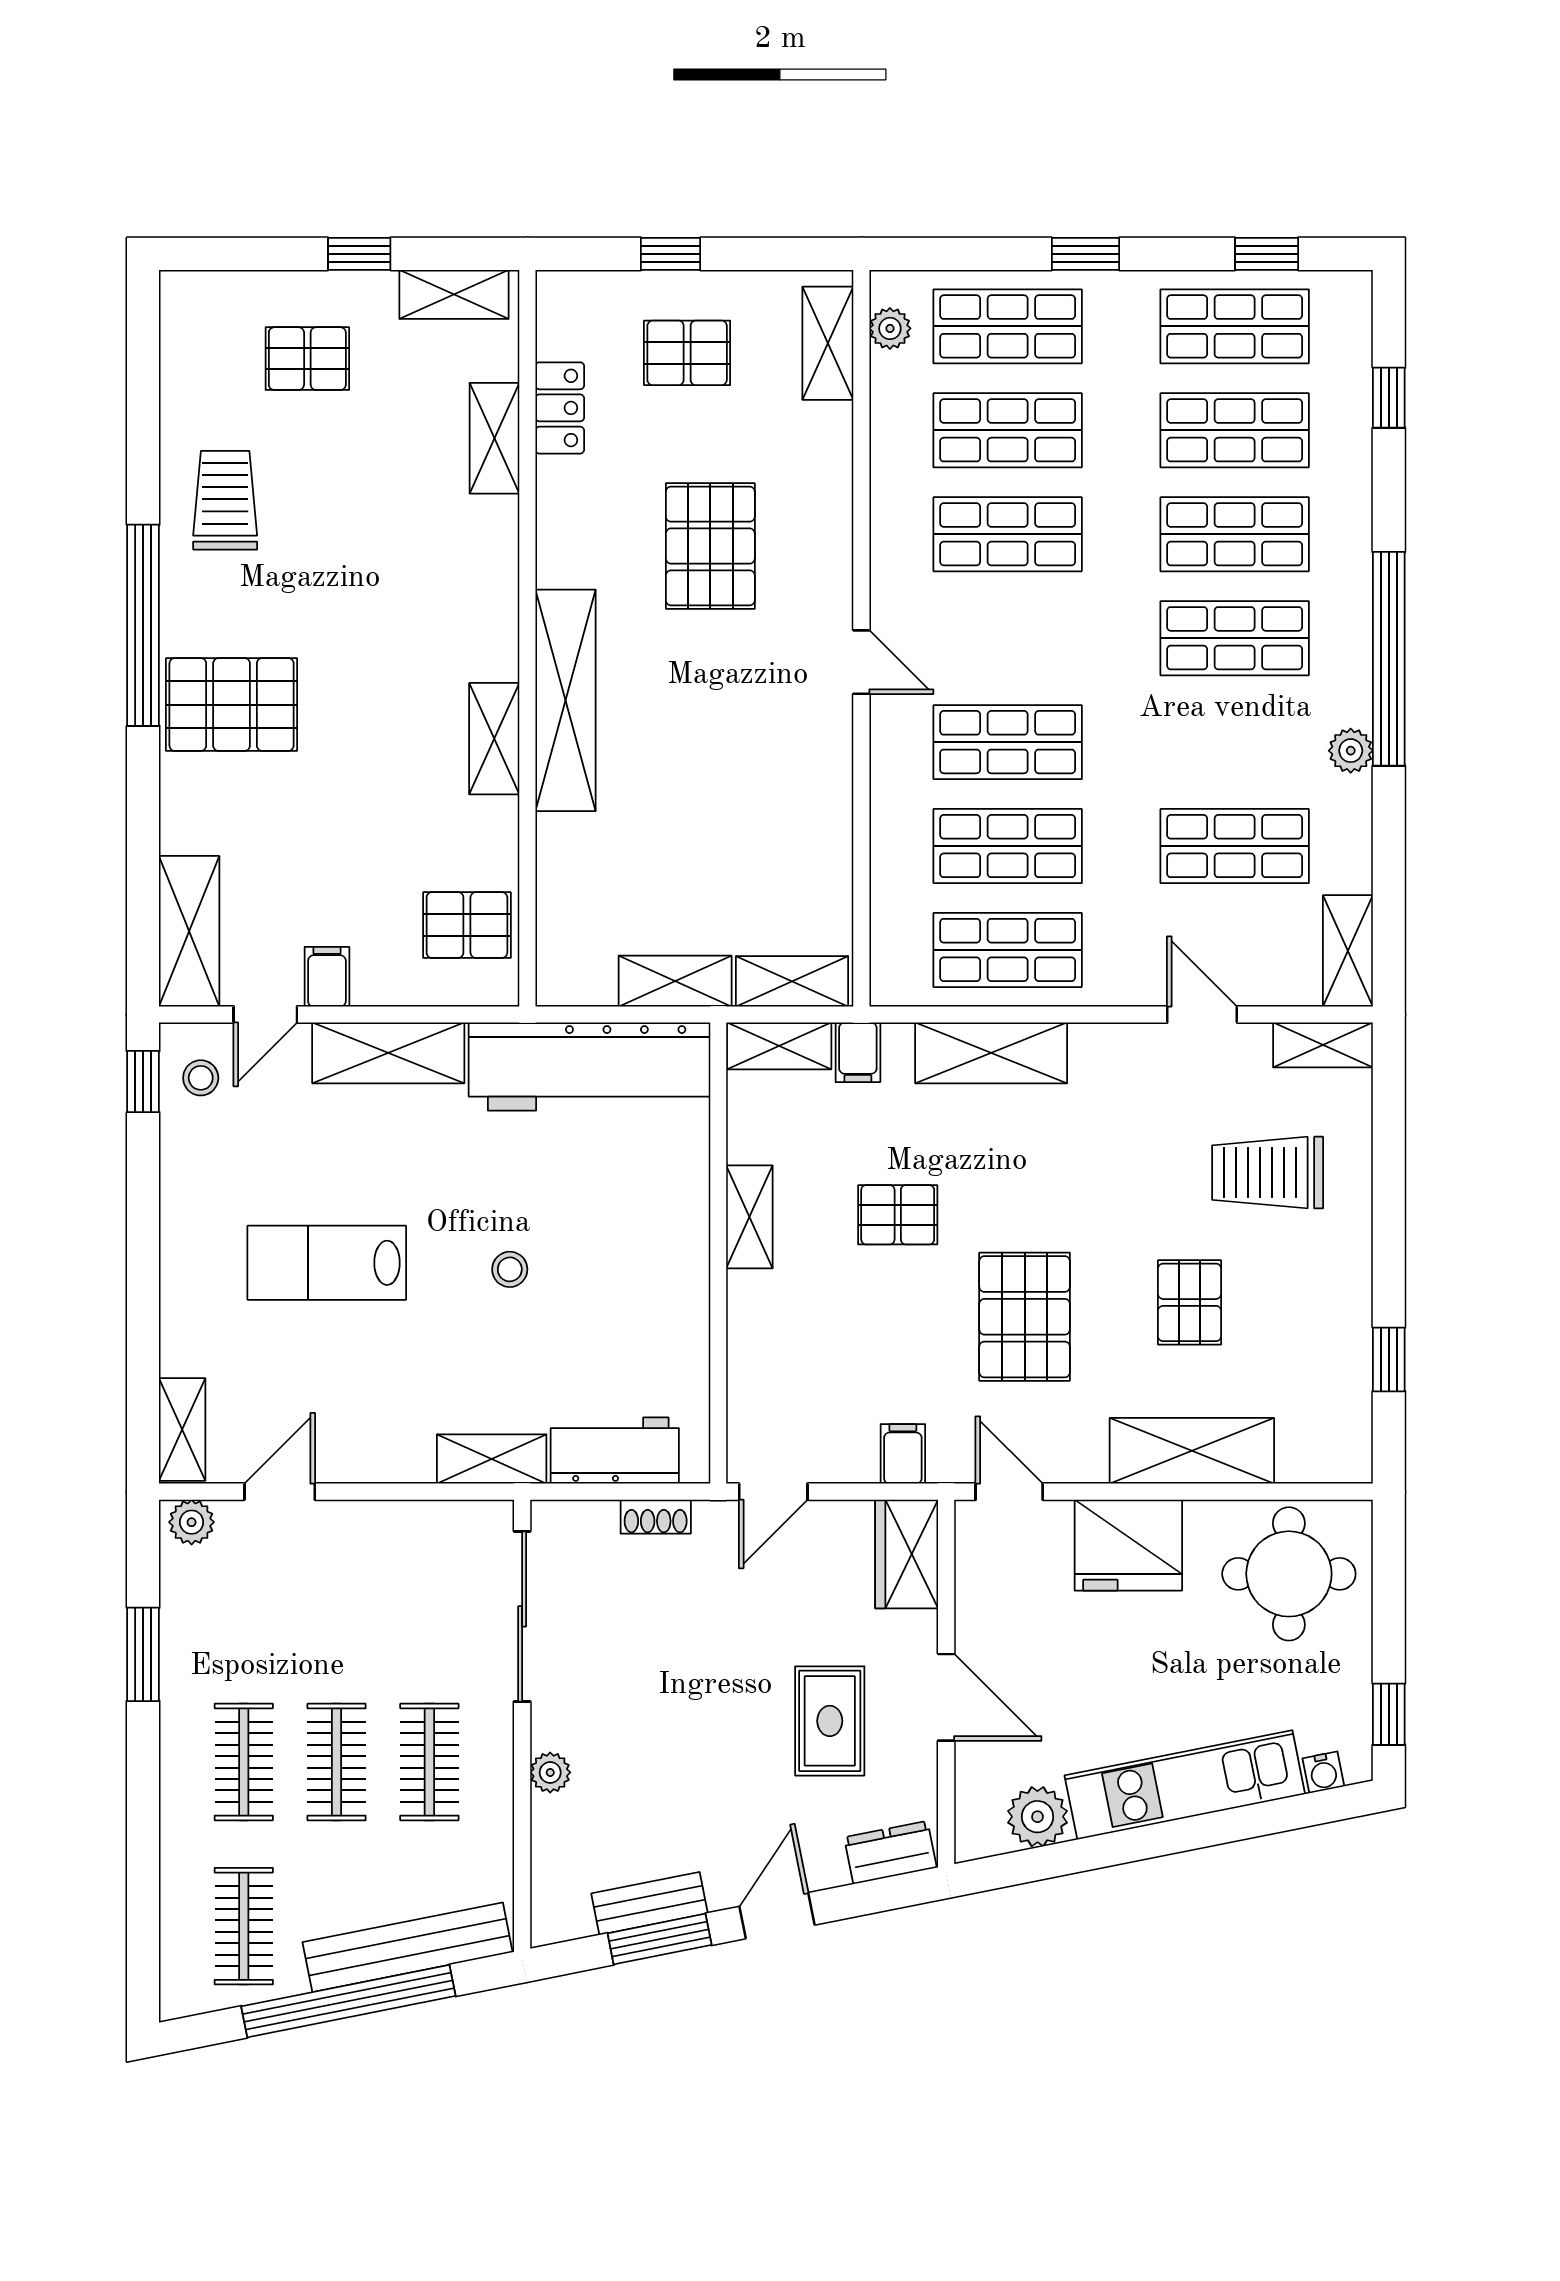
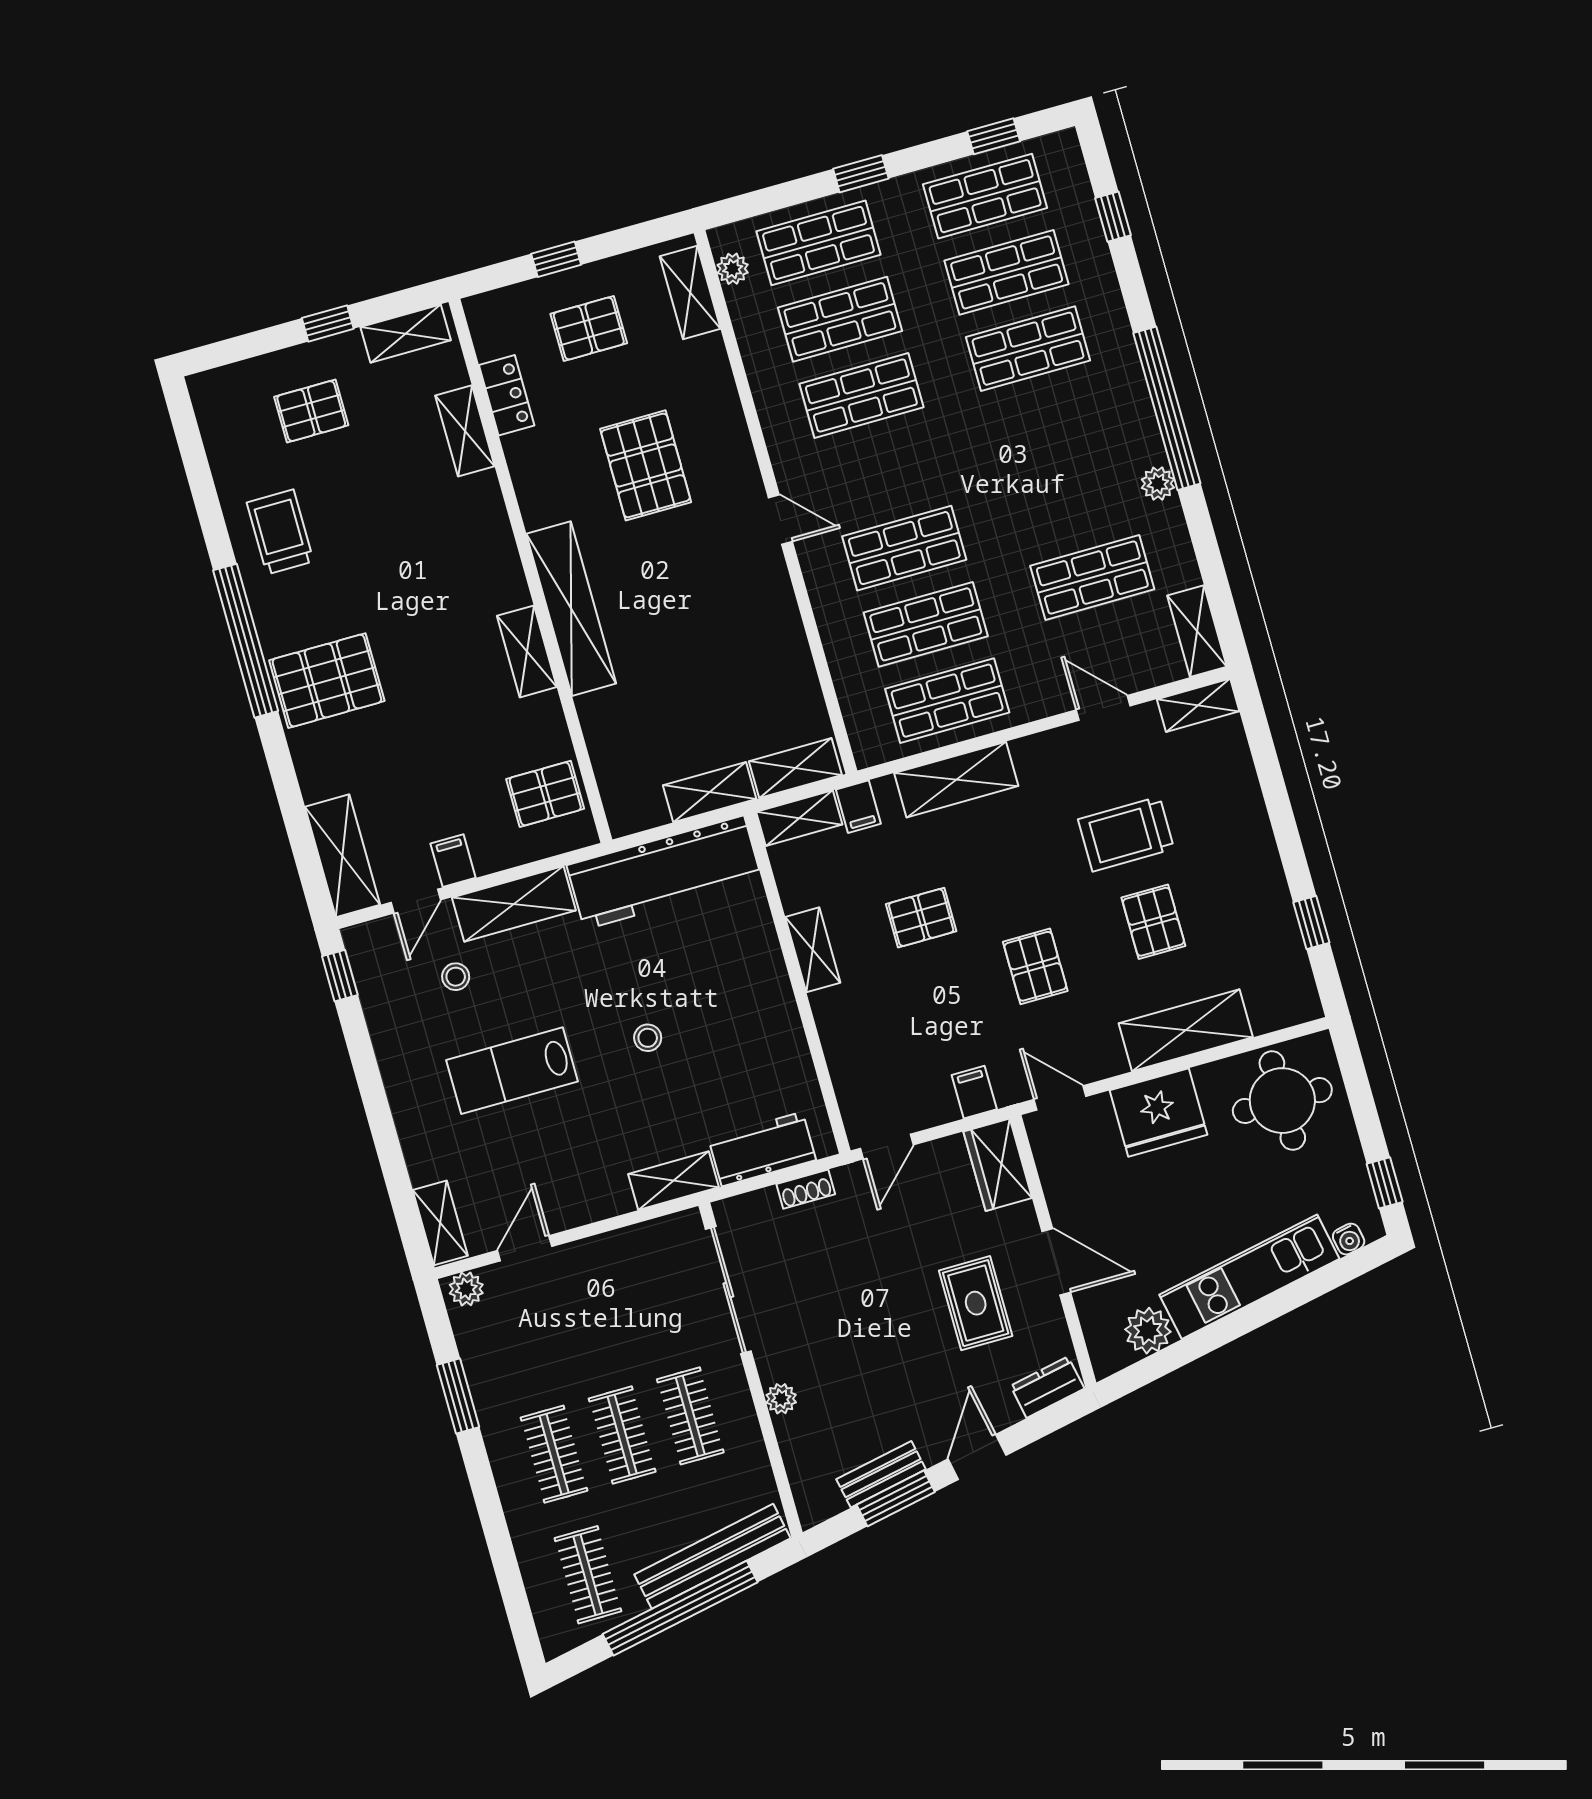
shop shelf: (1235, 638) -> (1049, 425), removed
stool: (201, 1078) -> (456, 977), moved
trolley: (1268, 1173) -> (1126, 834), moved
pallet: (1025, 1317) -> (1035, 966), width x0.67, depth x0.71

